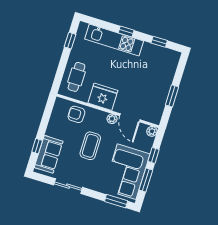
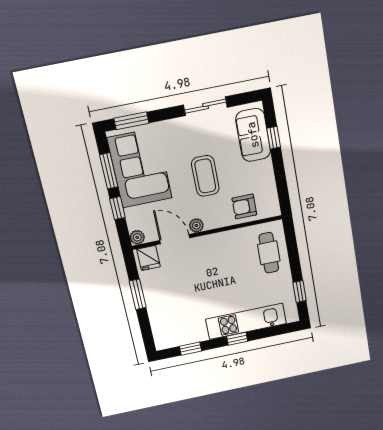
fridge: (103, 97) -> (148, 258), moved, width x0.53, depth x0.75
armchair: (76, 114) -> (244, 207), turned 180

